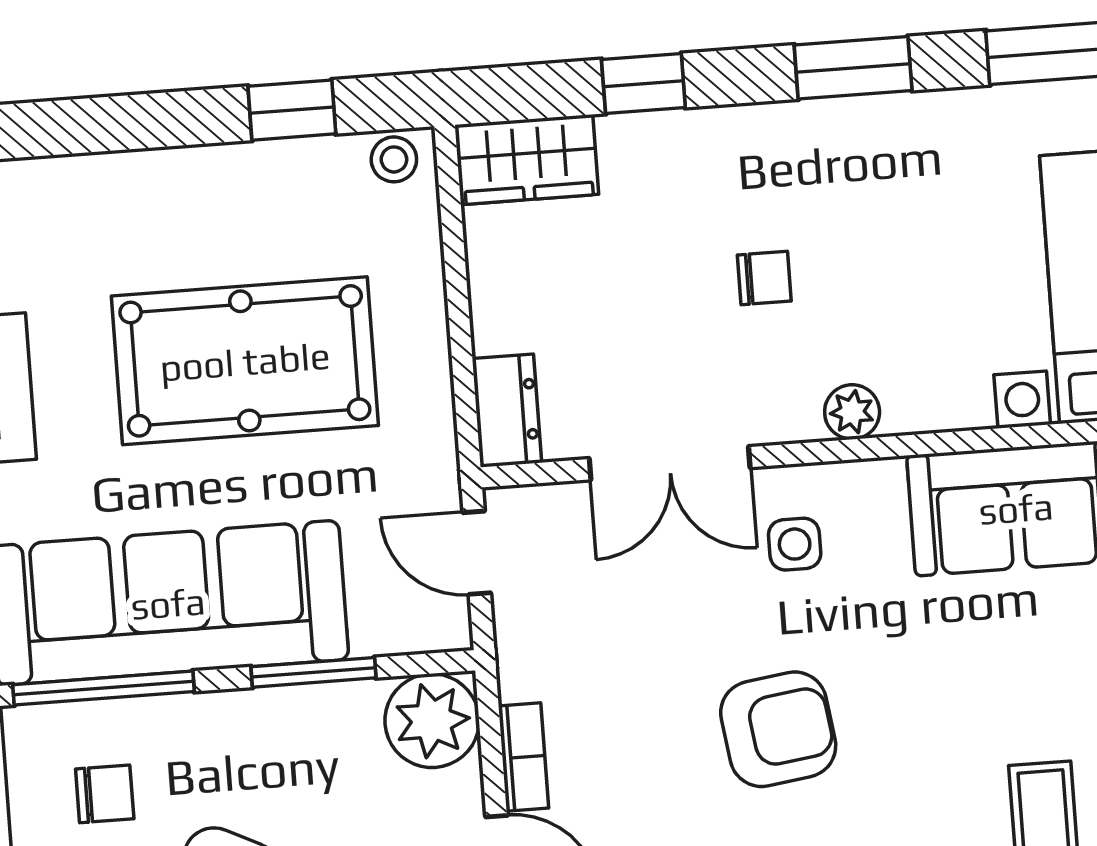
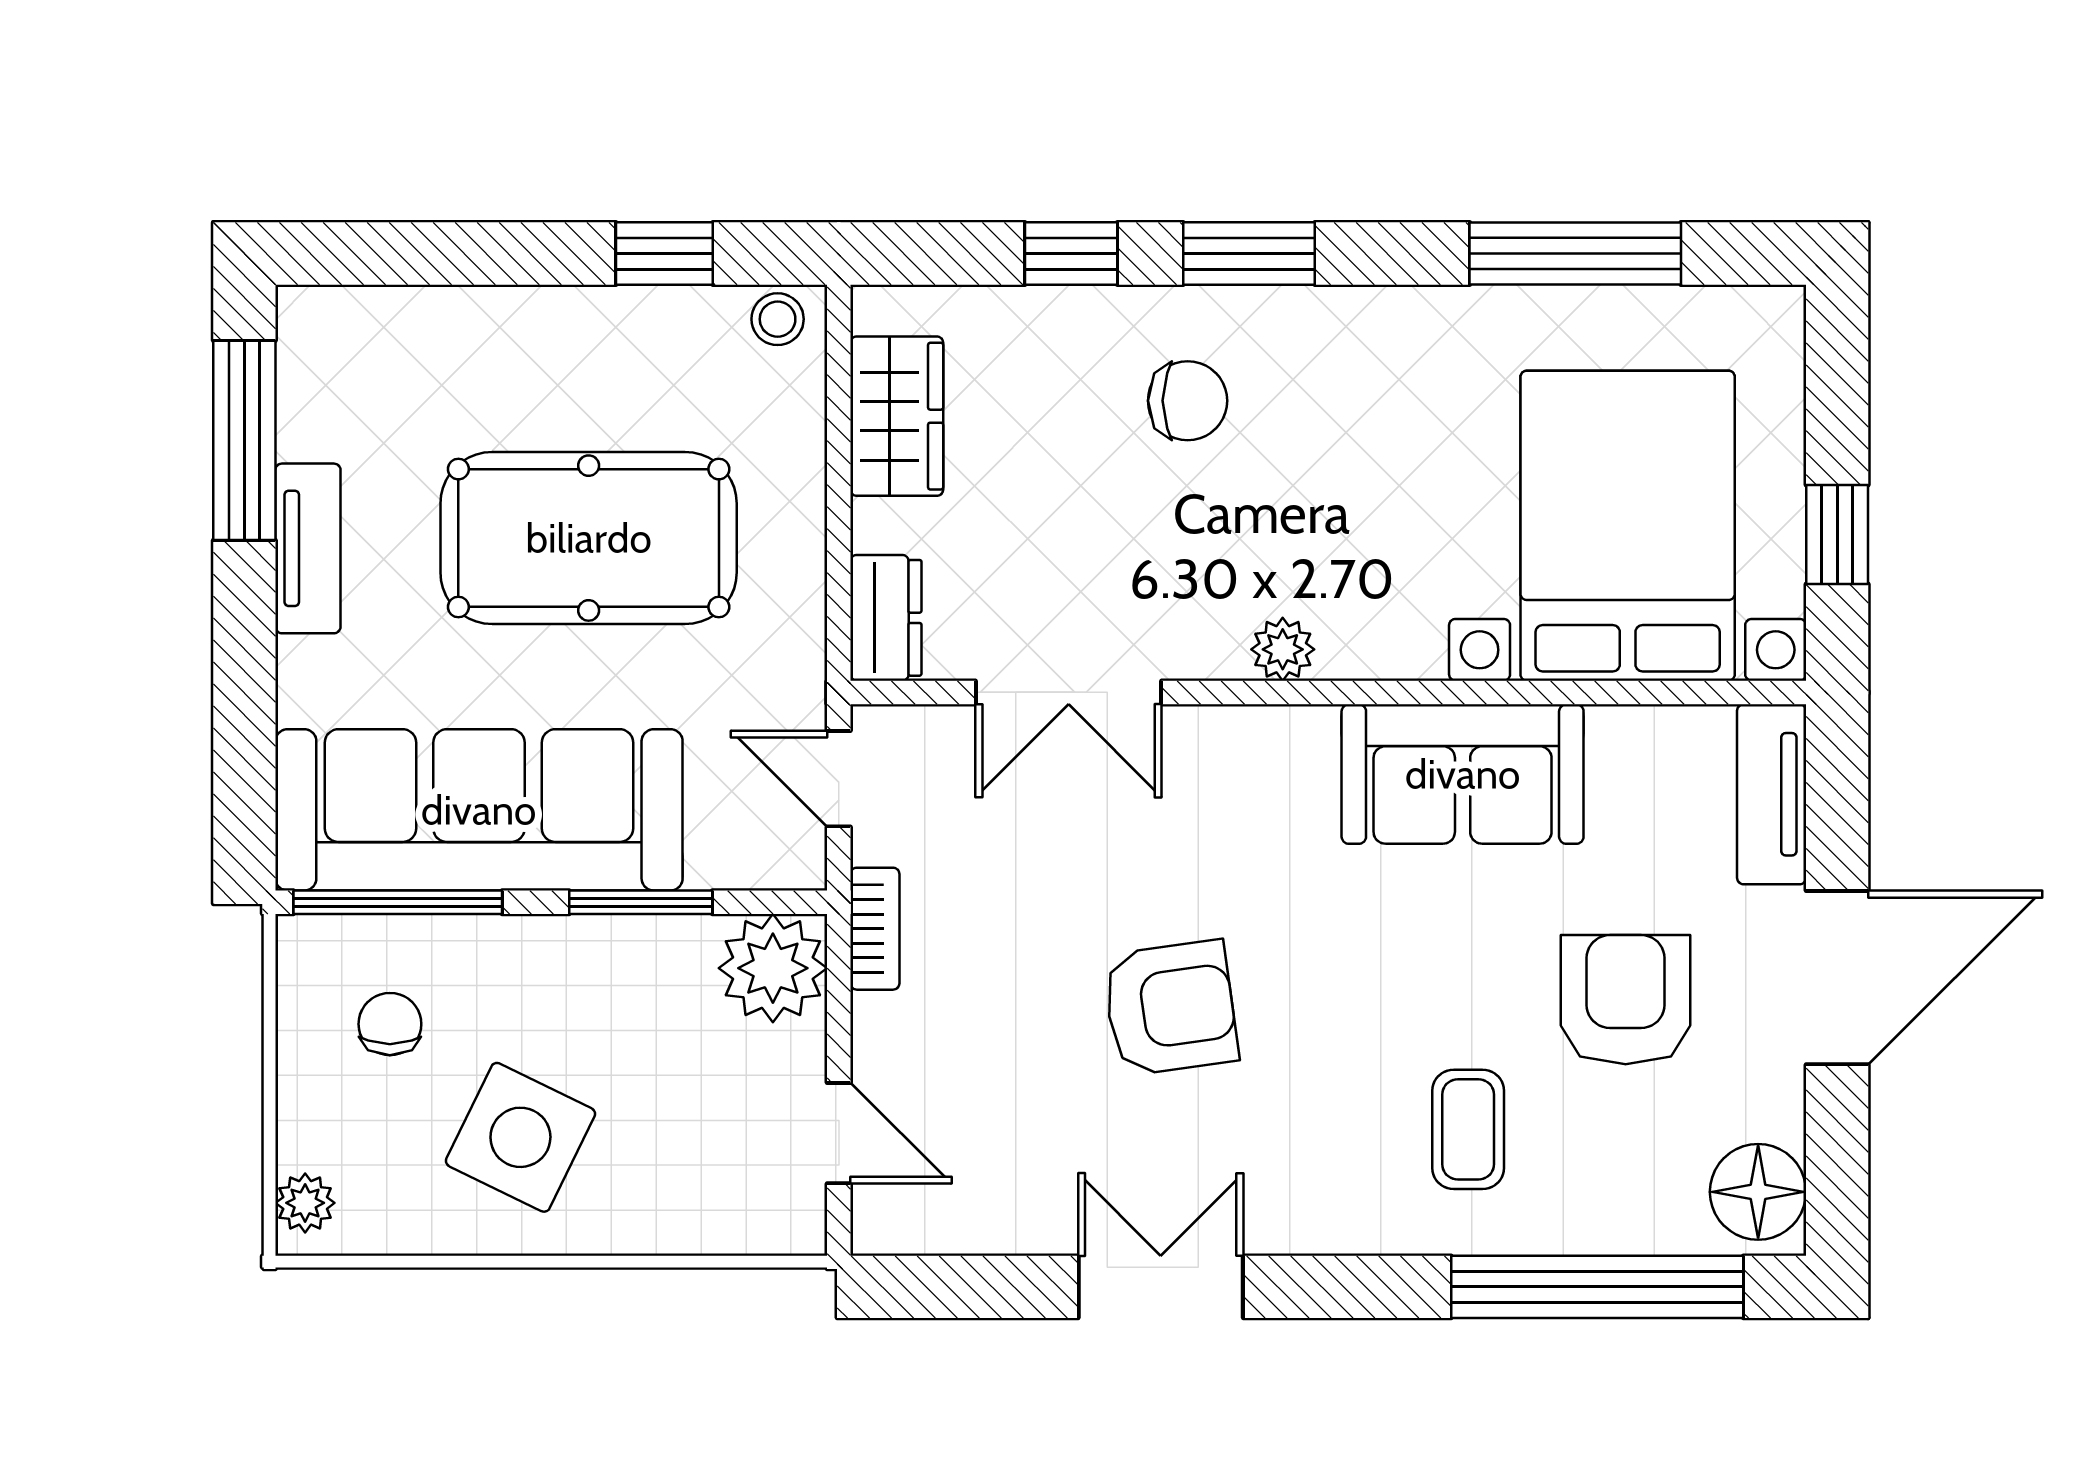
window: (853, 68) -> (1249, 254), moved
wardrobe: (527, 160) -> (897, 416), moved, turned -90
chair: (764, 278) -> (1188, 401), moved, width x1.37, depth x1.37
side table: (795, 544) -> (1205, 796), removed
bookcase: (523, 757) -> (875, 929), moved
chair: (105, 794) -> (390, 1024), turned -90

